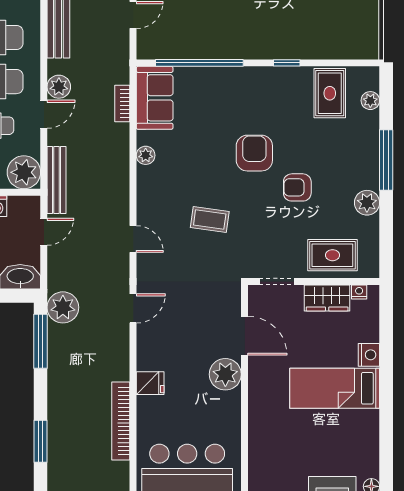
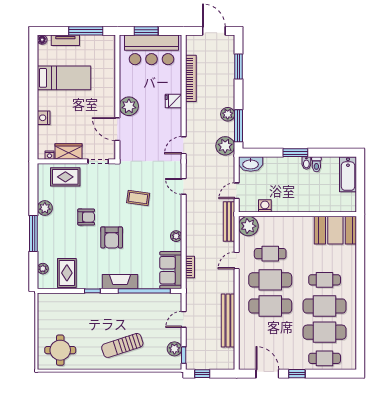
fireplace: (240, 78) -> (120, 282), added
plant: (59, 87) -> (228, 114), moved
bed: (335, 388) -> (64, 78), moved

